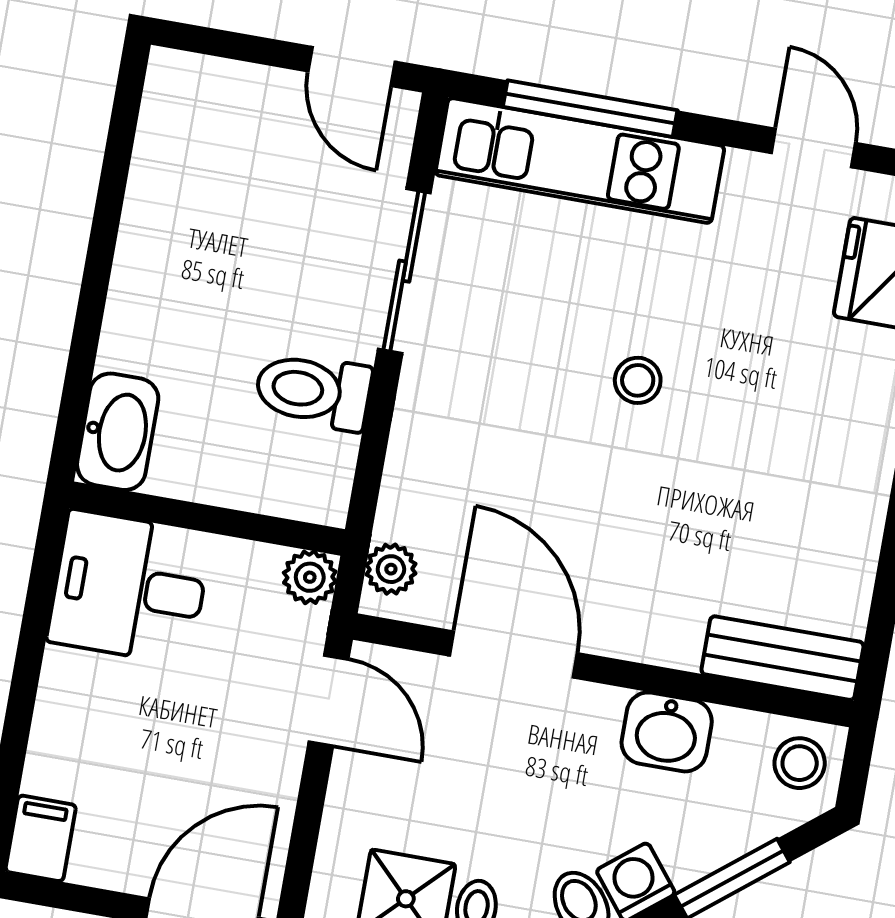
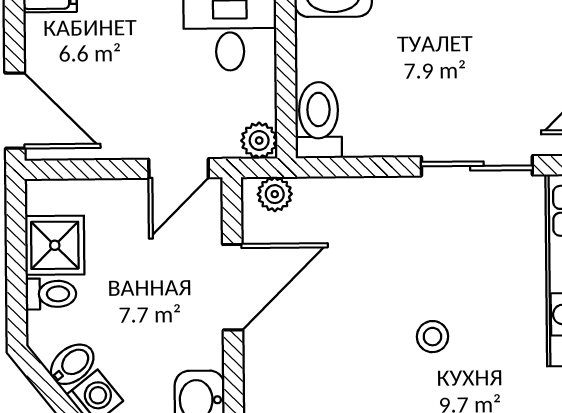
toilet: (313, 391) -> (319, 120), moved

